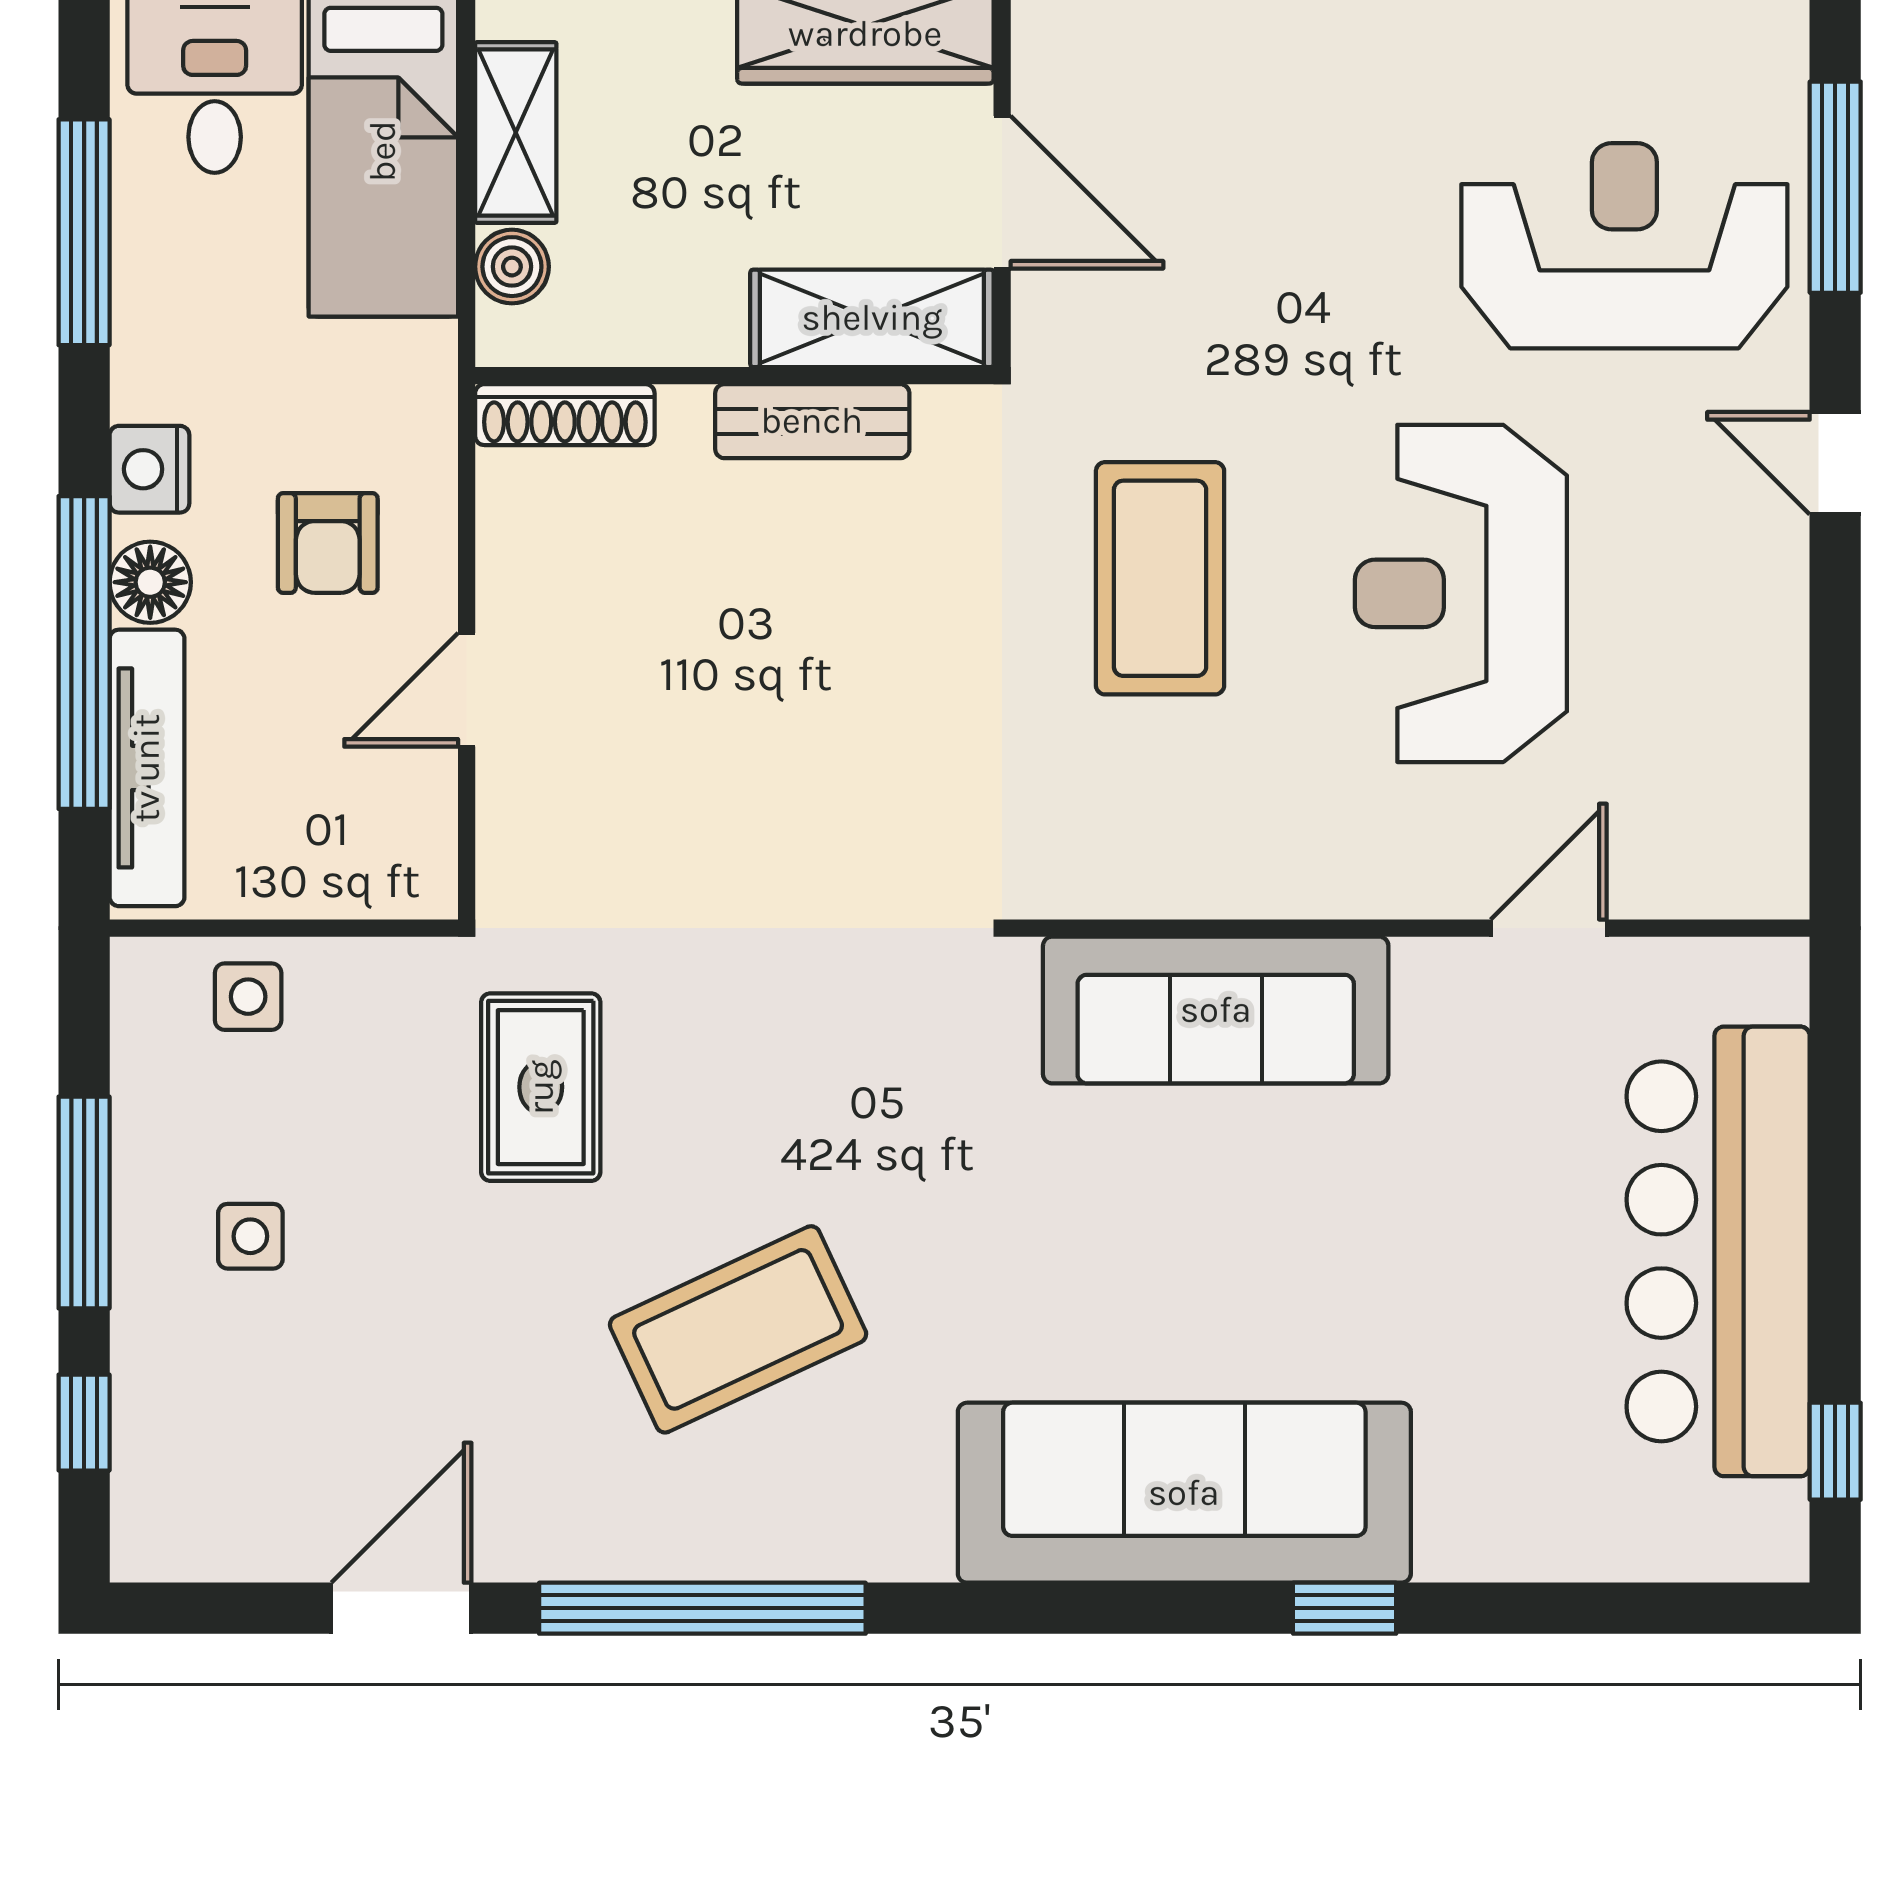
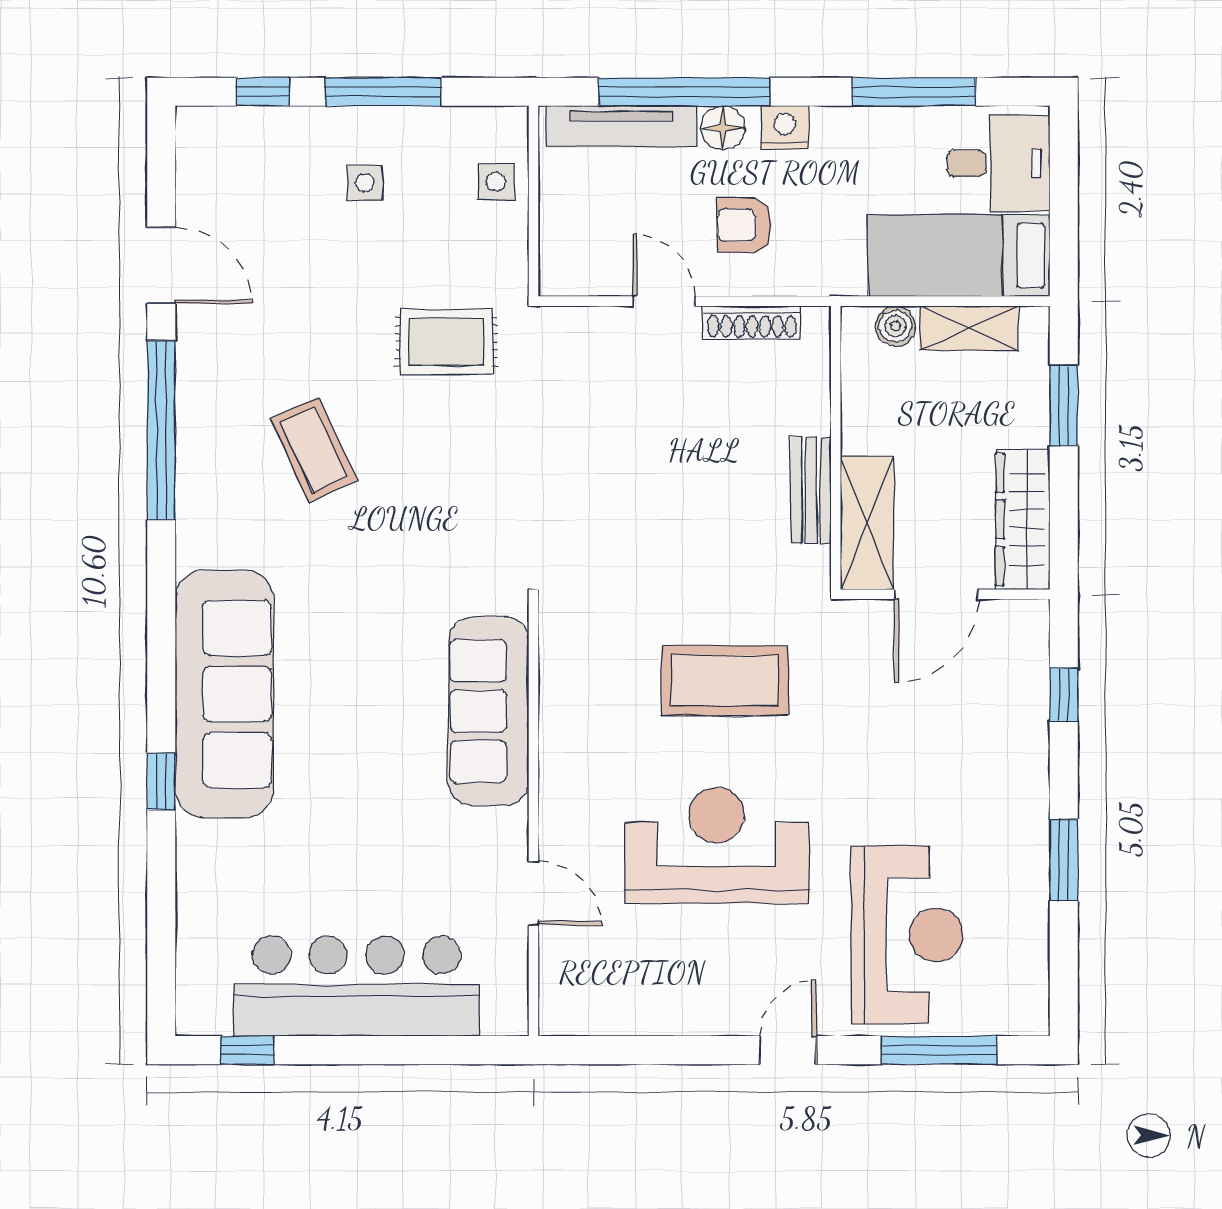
shoe rack: (565, 415) -> (752, 322), moved, turned -90
coffee table: (738, 1329) -> (314, 450), width x0.73, depth x0.76

